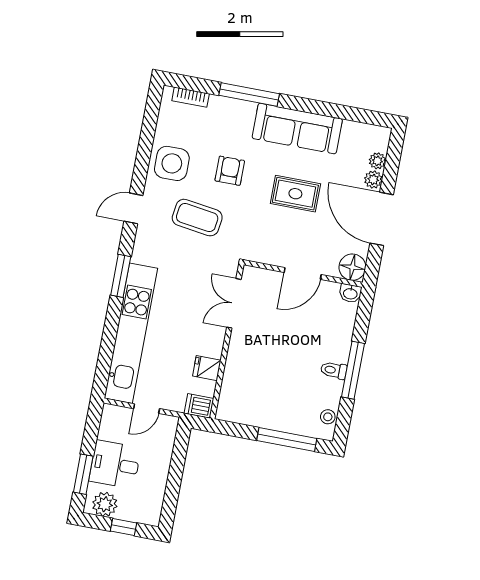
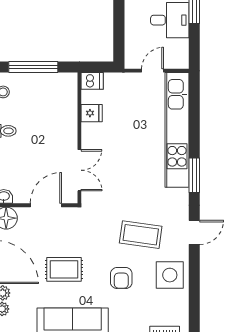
double door: (234, 303) -> (79, 170), moved
wall: (227, 341) -> (79, 138), moved
fridge: (207, 368) -> (92, 113), moved
dishwasher: (199, 406) -> (92, 81), moved

